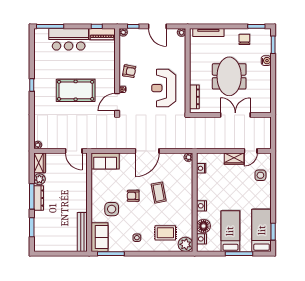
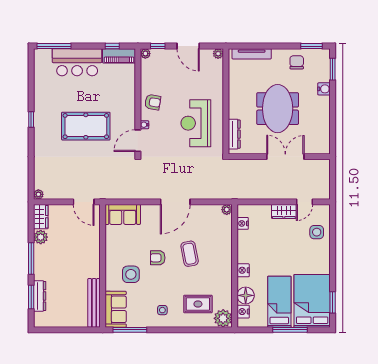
dresser: (39, 198) -> (40, 296), moved
bed: (262, 230) -> (312, 301), width x1.50

